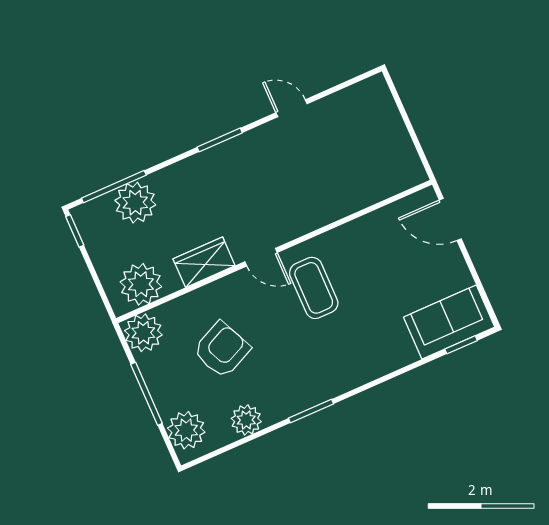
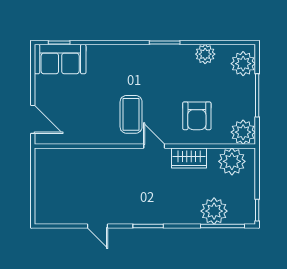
armchair: (222, 350) -> (197, 116), moved, turned -65

